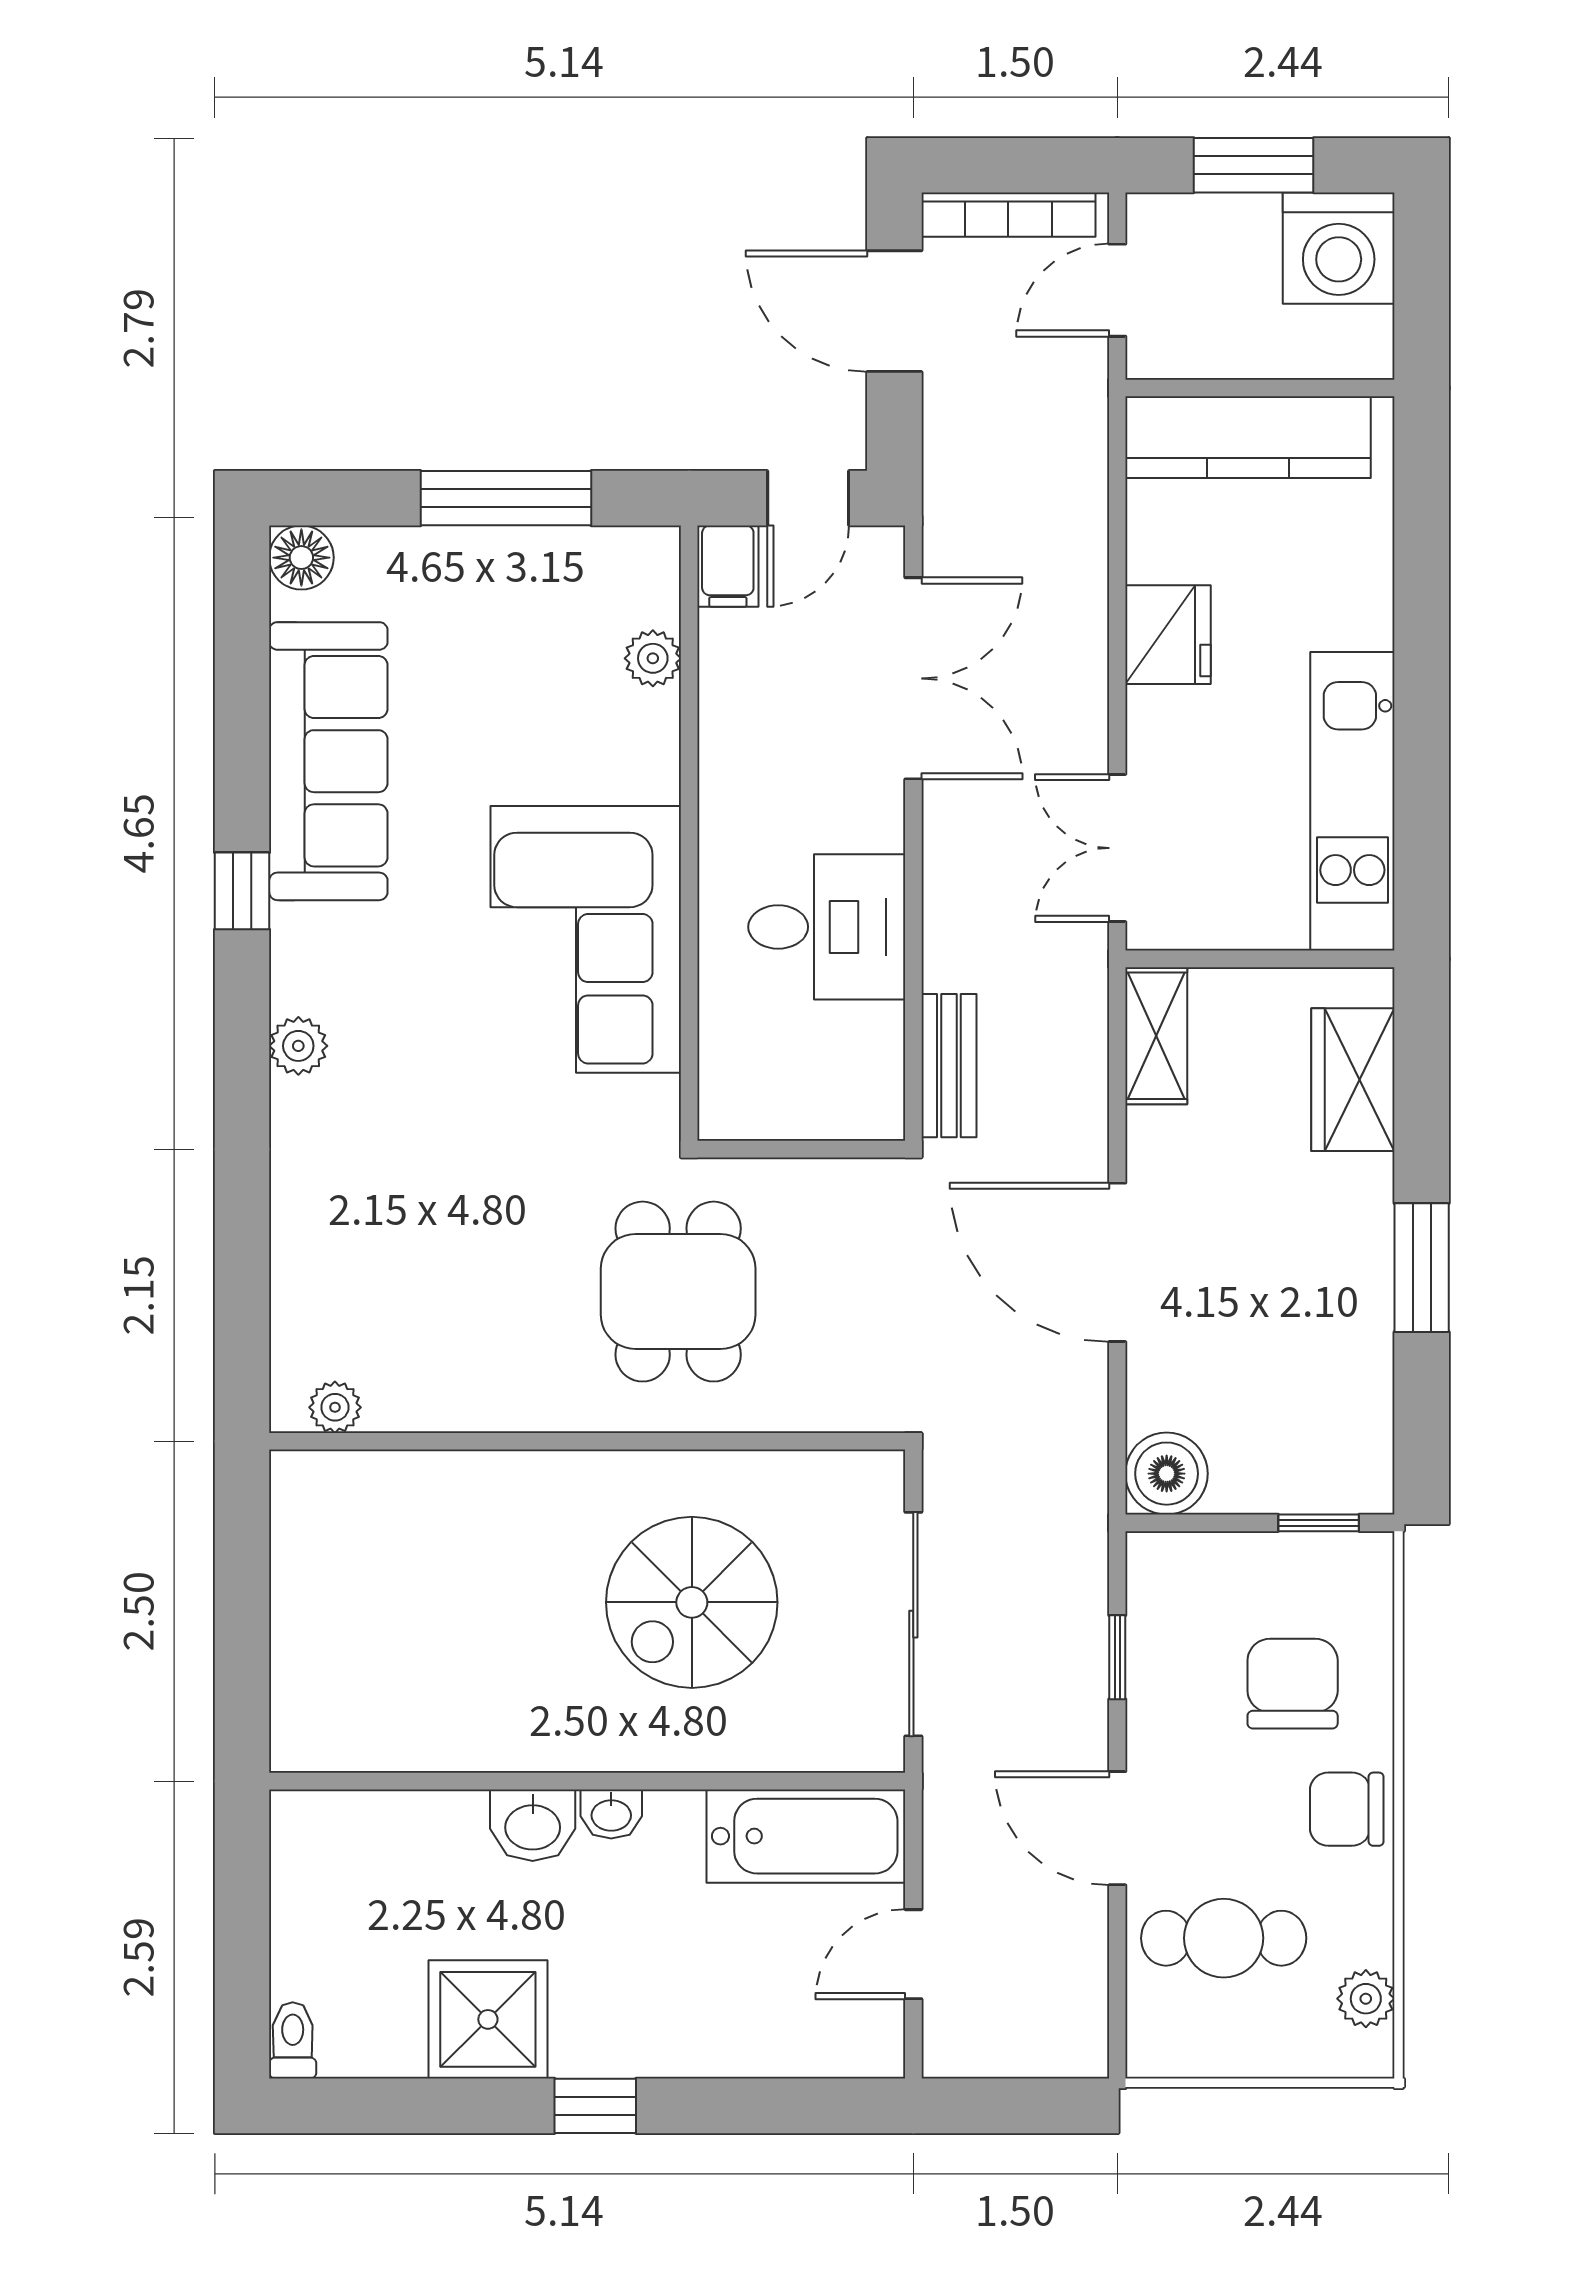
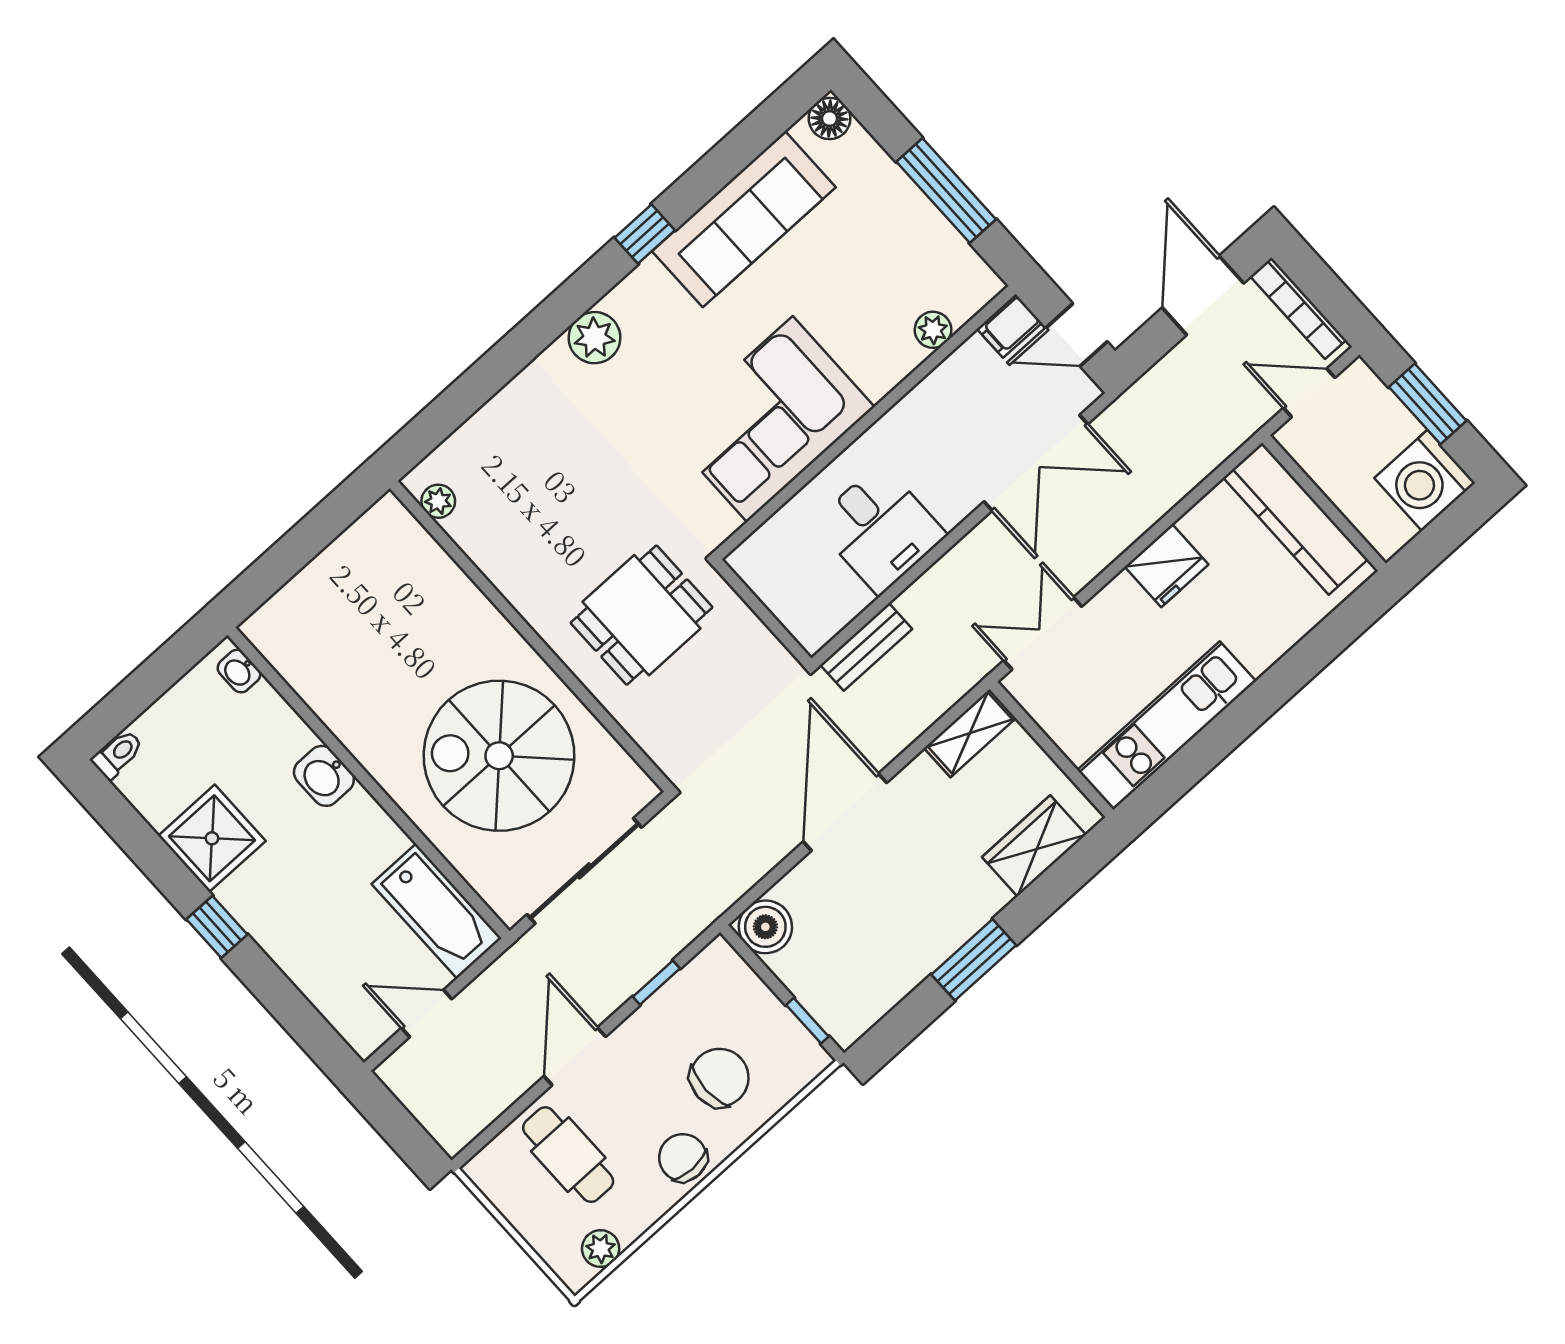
plant: (298, 1046) -> (594, 338), width x1.38, depth x1.38
spiral stairs: (692, 1602) -> (499, 756), width x1.37, depth x1.37
washbasin: (611, 1814) -> (239, 671), moved

